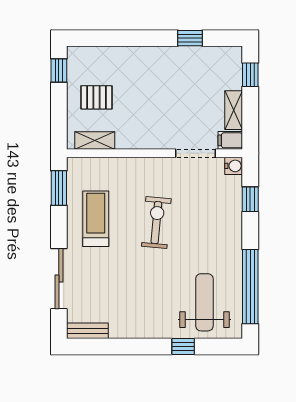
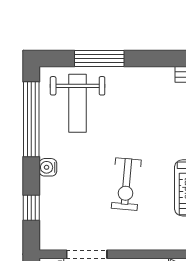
water cooler: (234, 166) -> (48, 167), moved
window: (183, 347) -> (99, 58), width x2.17

